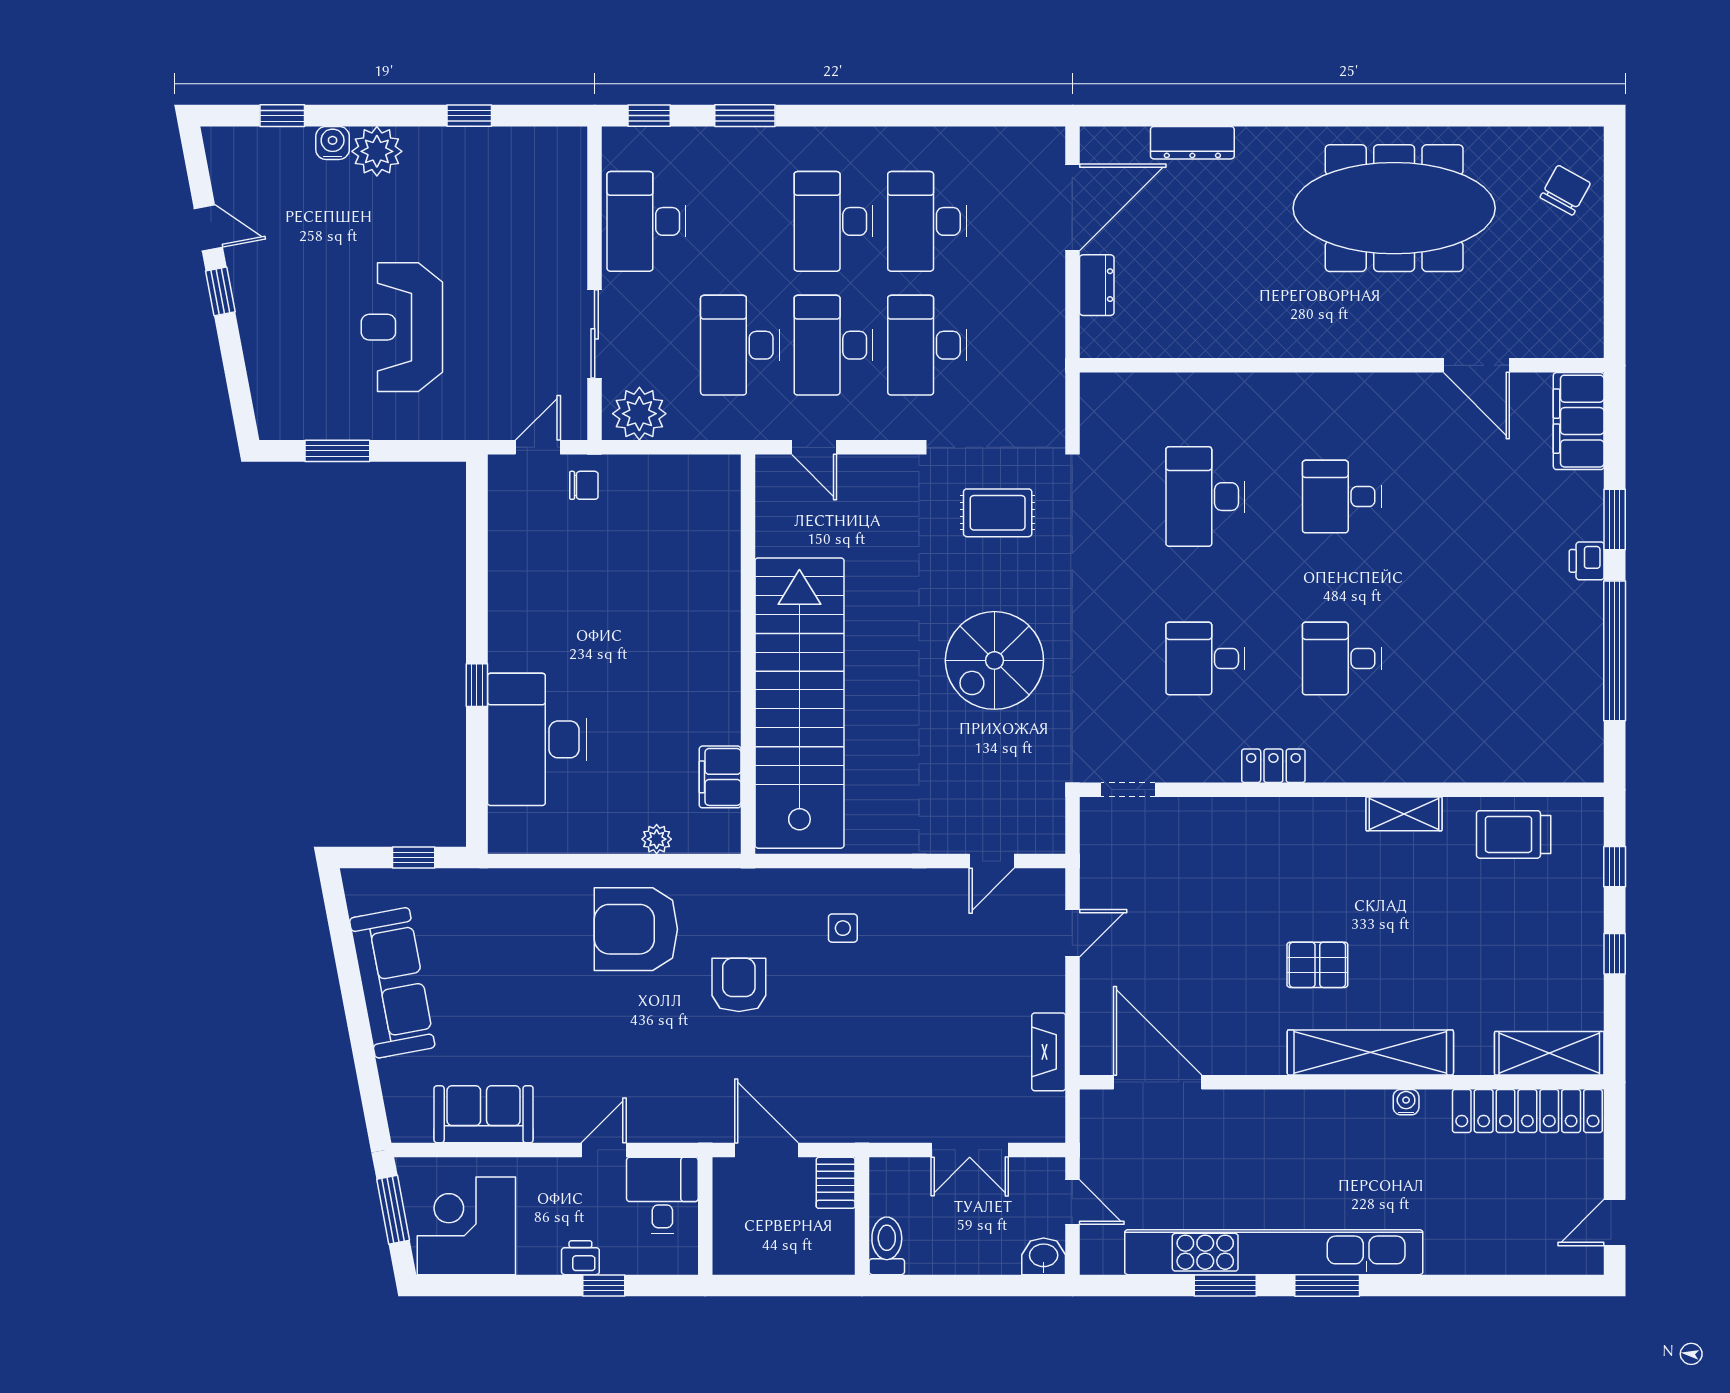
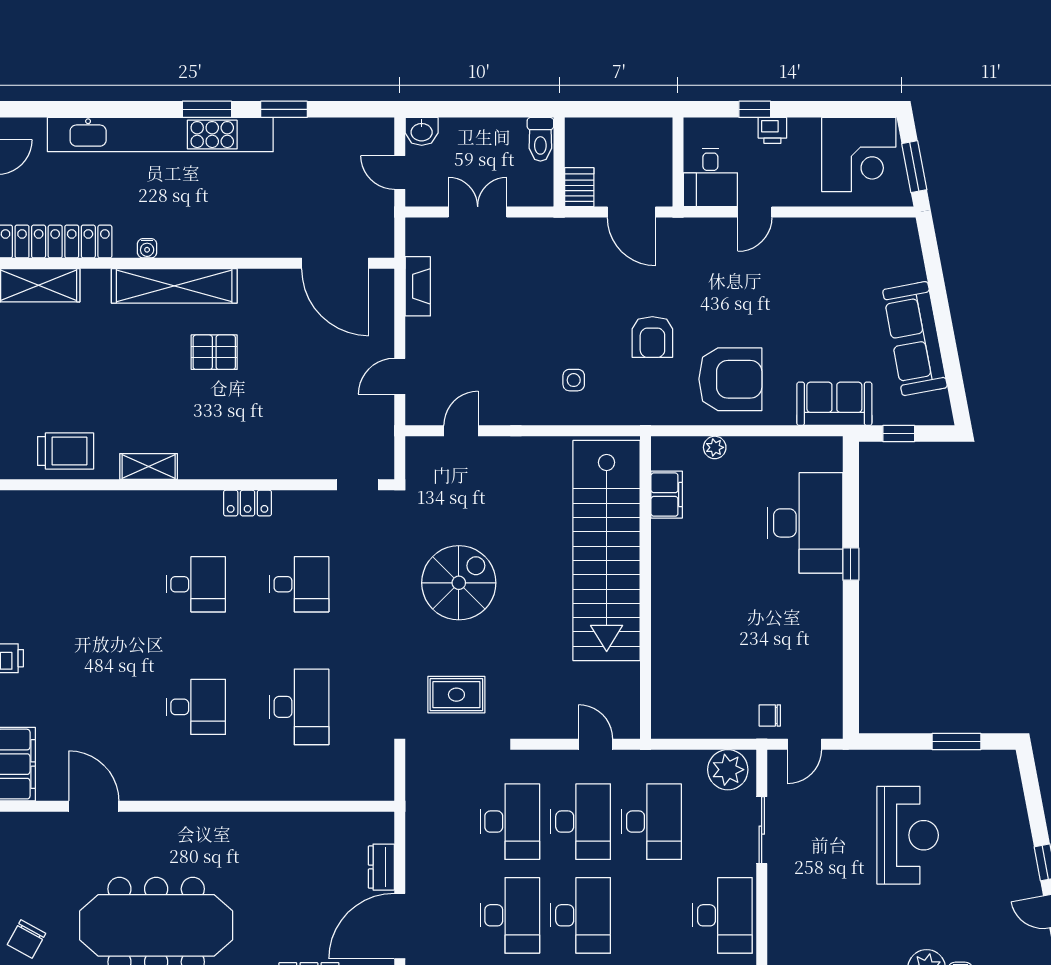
sofa: (484, 1114) -> (834, 404), moved, turned 180
kitchen unit: (1274, 1252) -> (160, 135), moved

